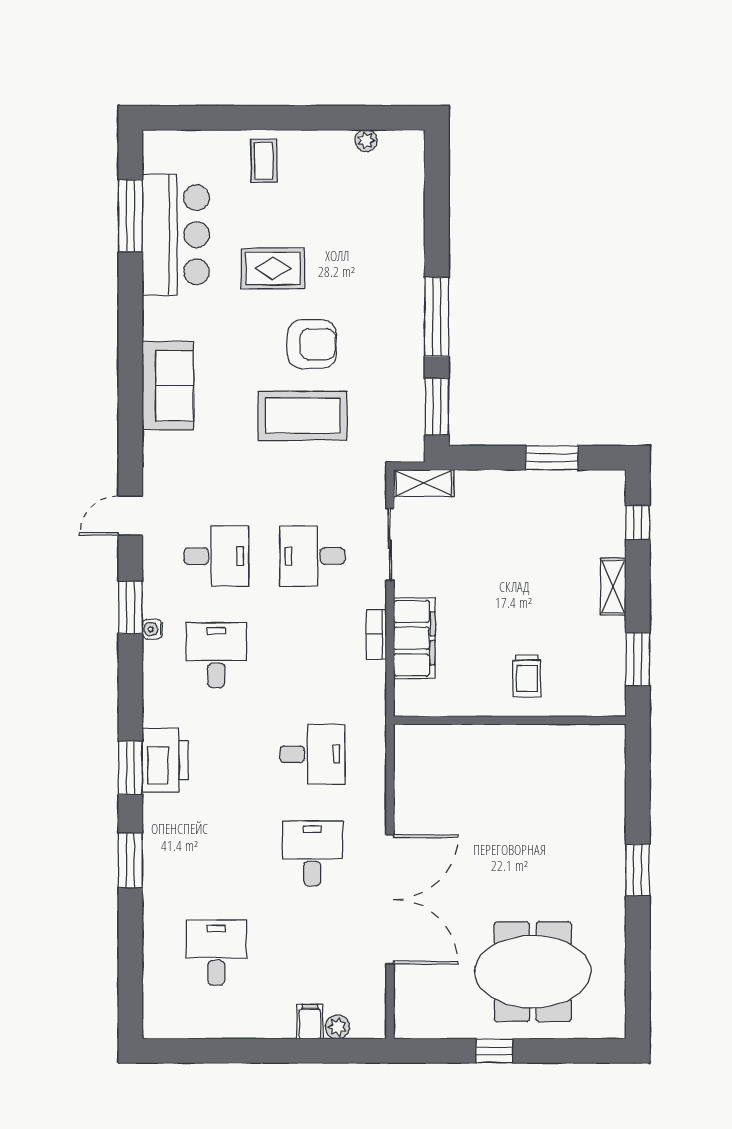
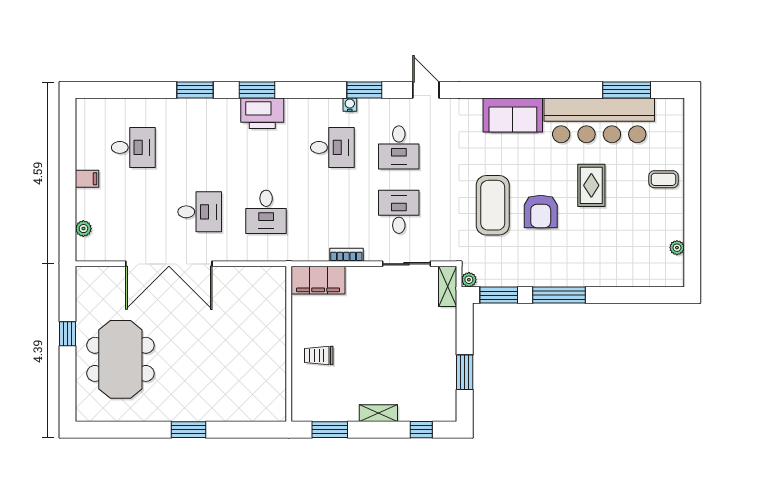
bar counter: (176, 235) -> (599, 120), width x1.36
plant: (414, 451) -> (469, 280), added
filing cabinet: (414, 638) -> (318, 280), moved
filing cabinet: (310, 1022) -> (87, 179), moved

